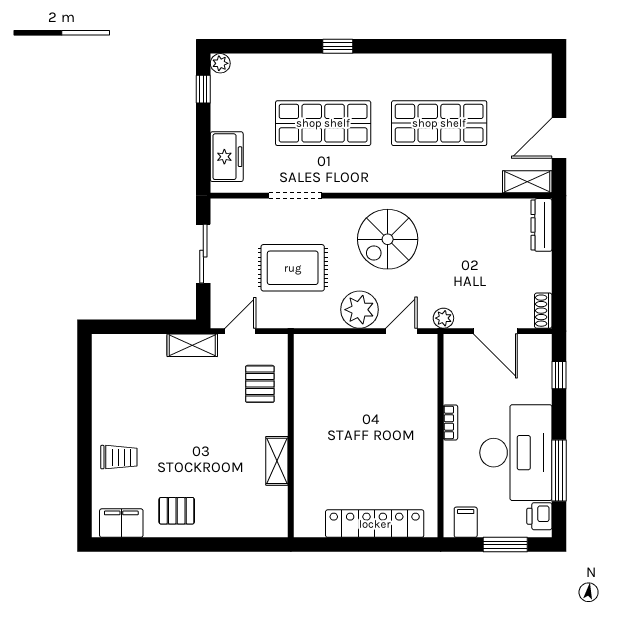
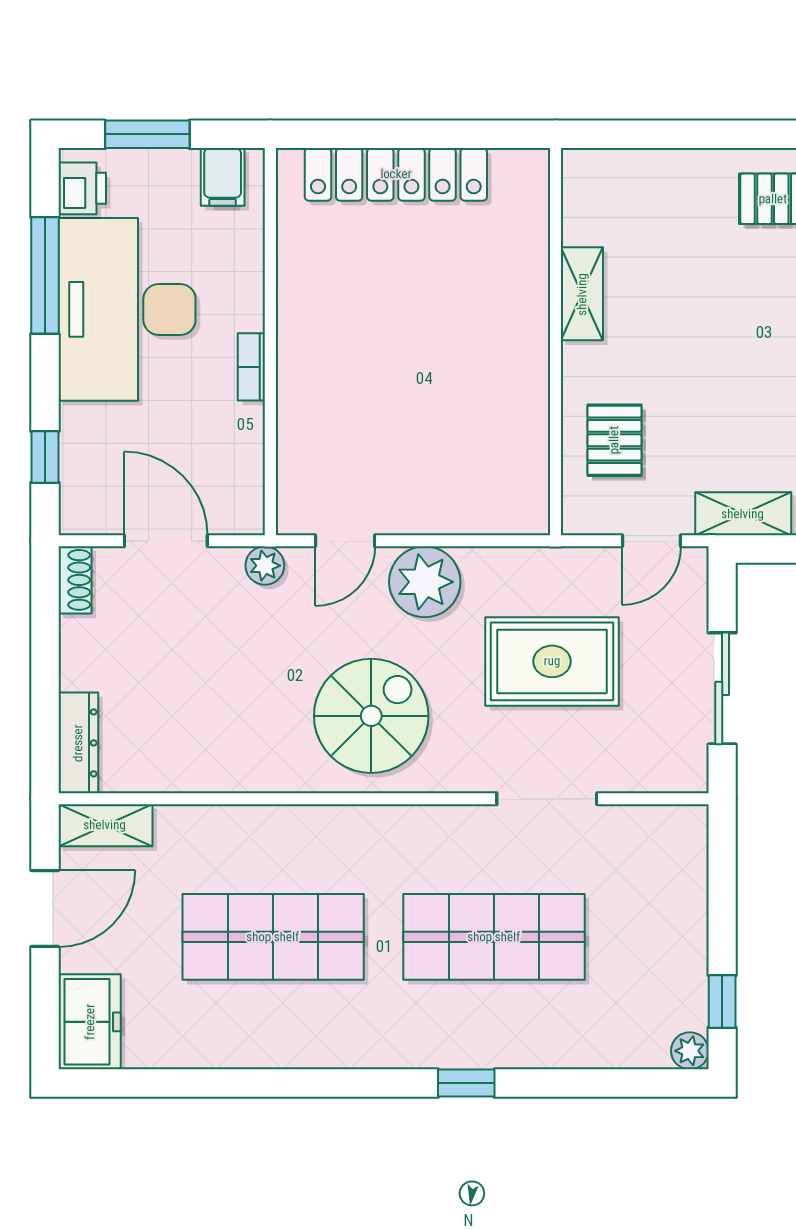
freezer: (227, 157) -> (90, 1022), moved, turned 180

